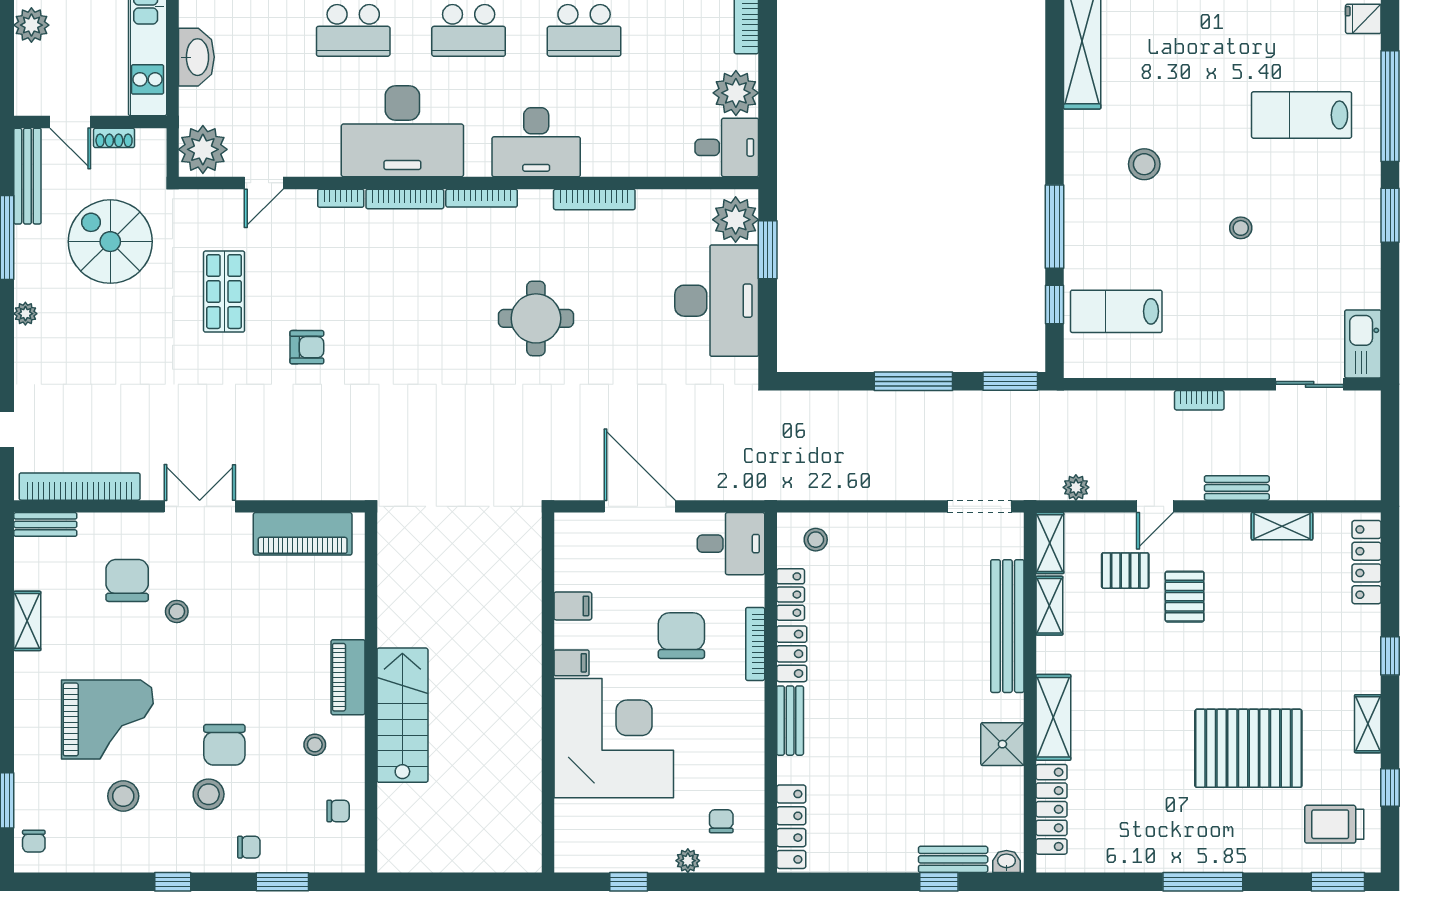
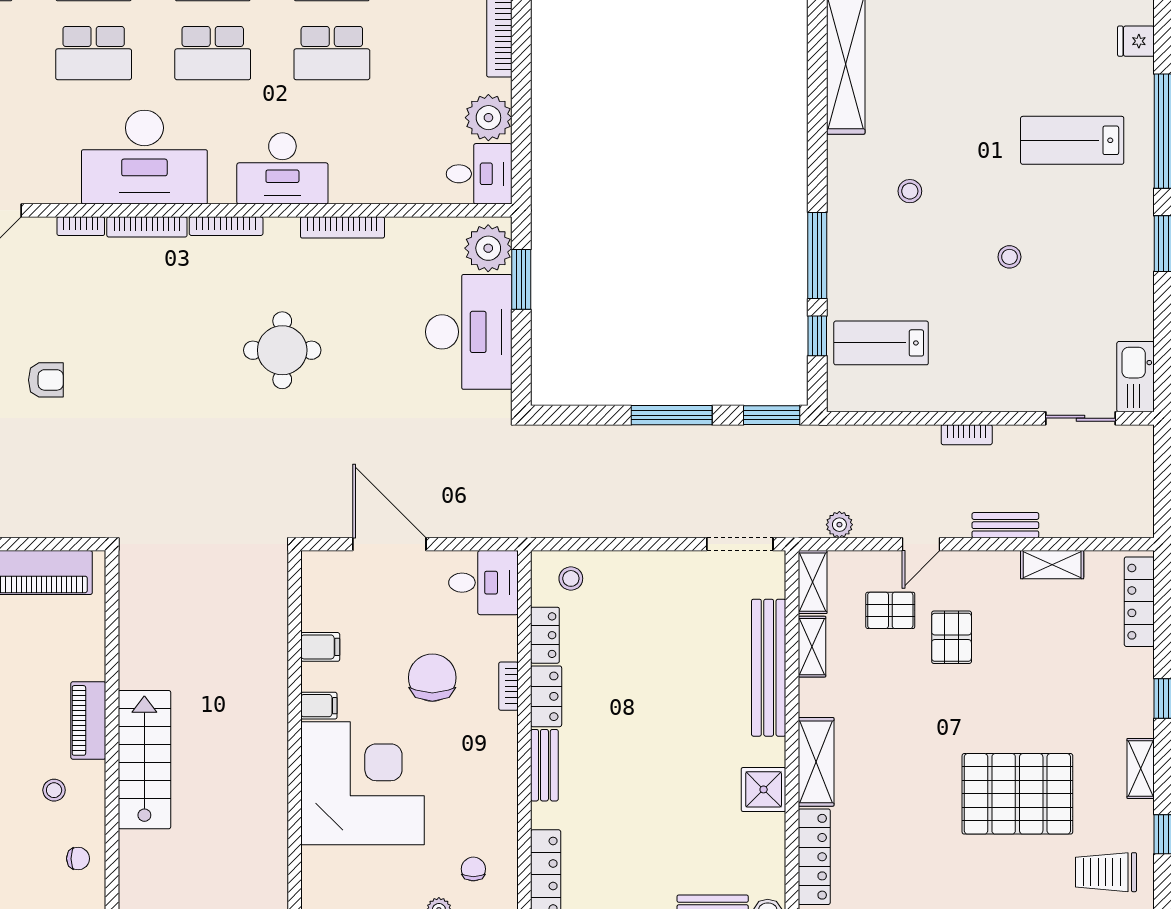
stool: (1144, 164) -> (910, 191), width x0.73, depth x0.73
bookcase: (755, 644) -> (508, 686), width x0.64

